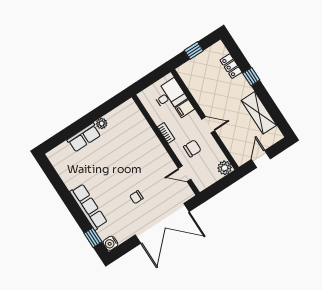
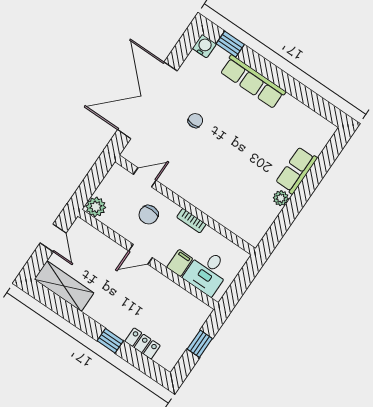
shelving: (259, 113) -> (64, 286), moved

